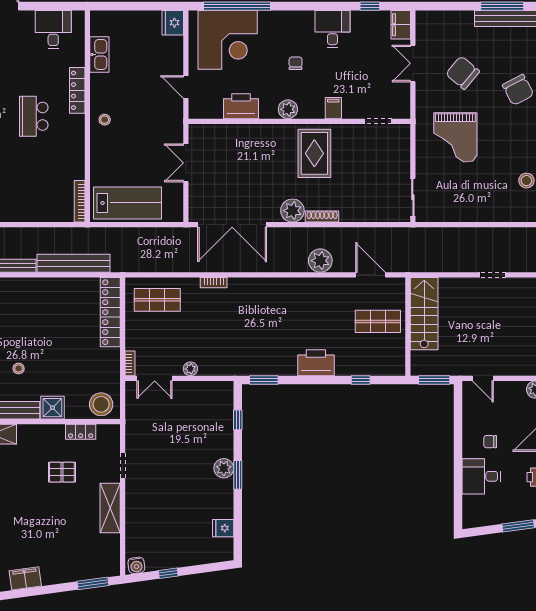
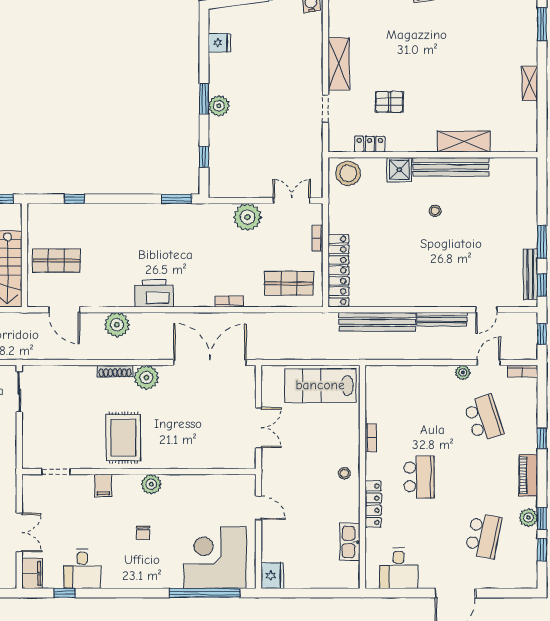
desk: (332, 29) -> (82, 569), moved
printer: (241, 106) -> (201, 487), removed
bookcase: (80, 201) -> (371, 438), moved, width x0.64
bookcase: (130, 363) -> (318, 238), moved
printer: (316, 363) -> (154, 293), moved, turned 180
plant: (190, 369) -> (247, 217), width x1.87, depth x1.87

